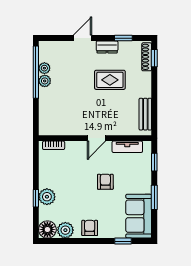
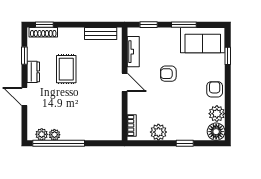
plant: (45, 81) -> (42, 134), moved
plant: (47, 197) -> (158, 132), moved
armchair: (90, 228) -> (215, 89), turned 90

